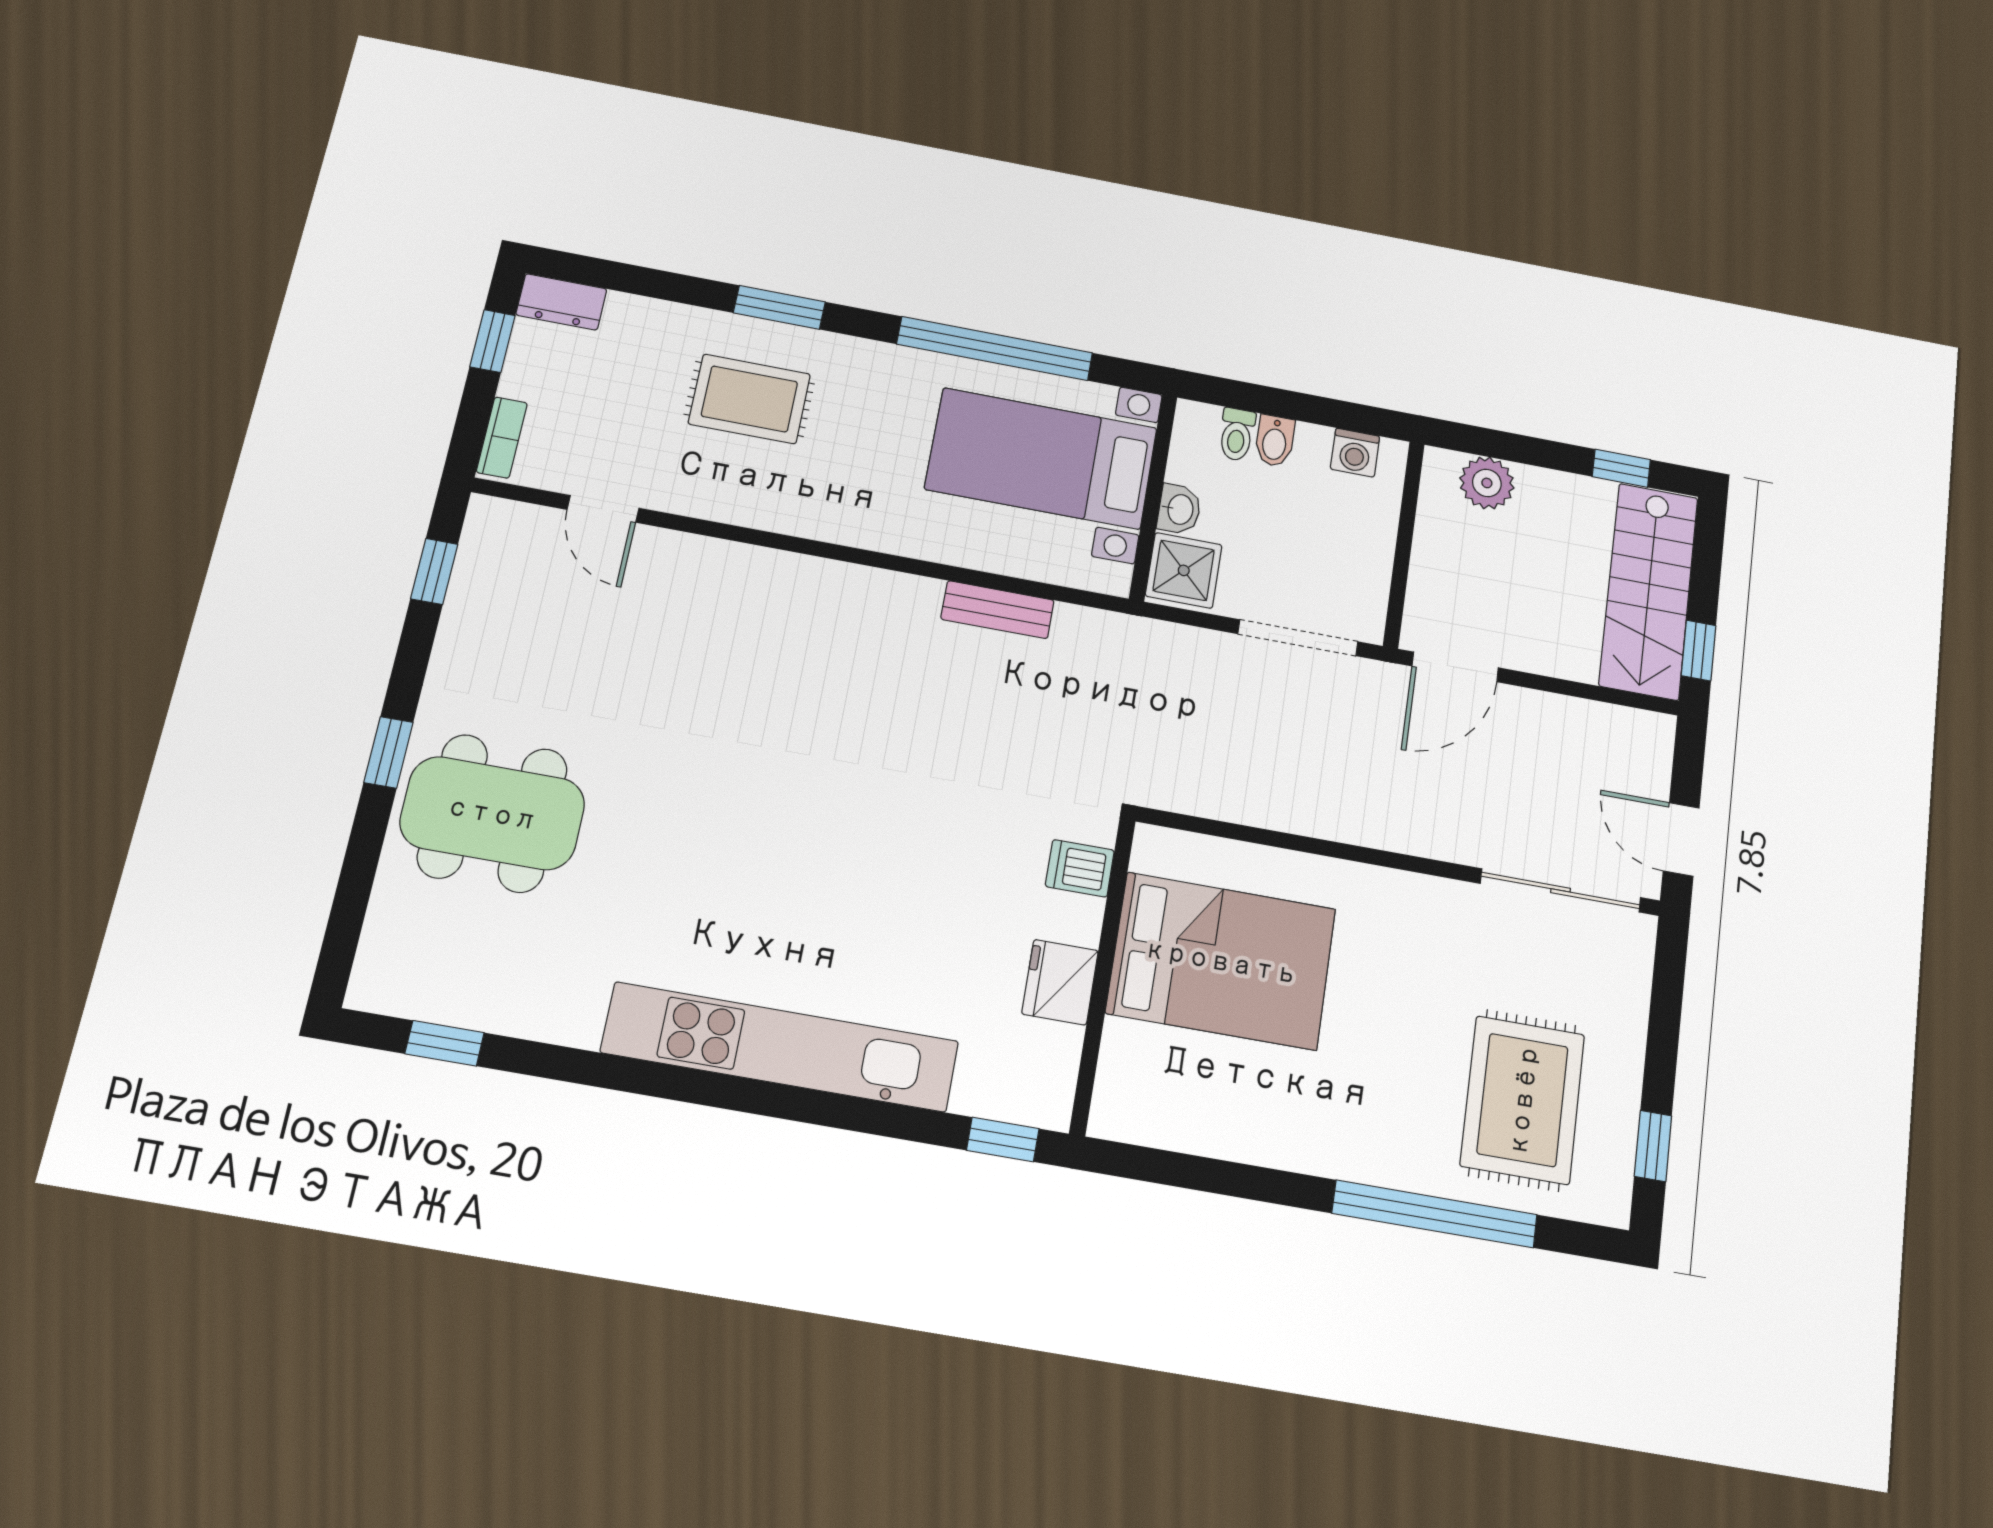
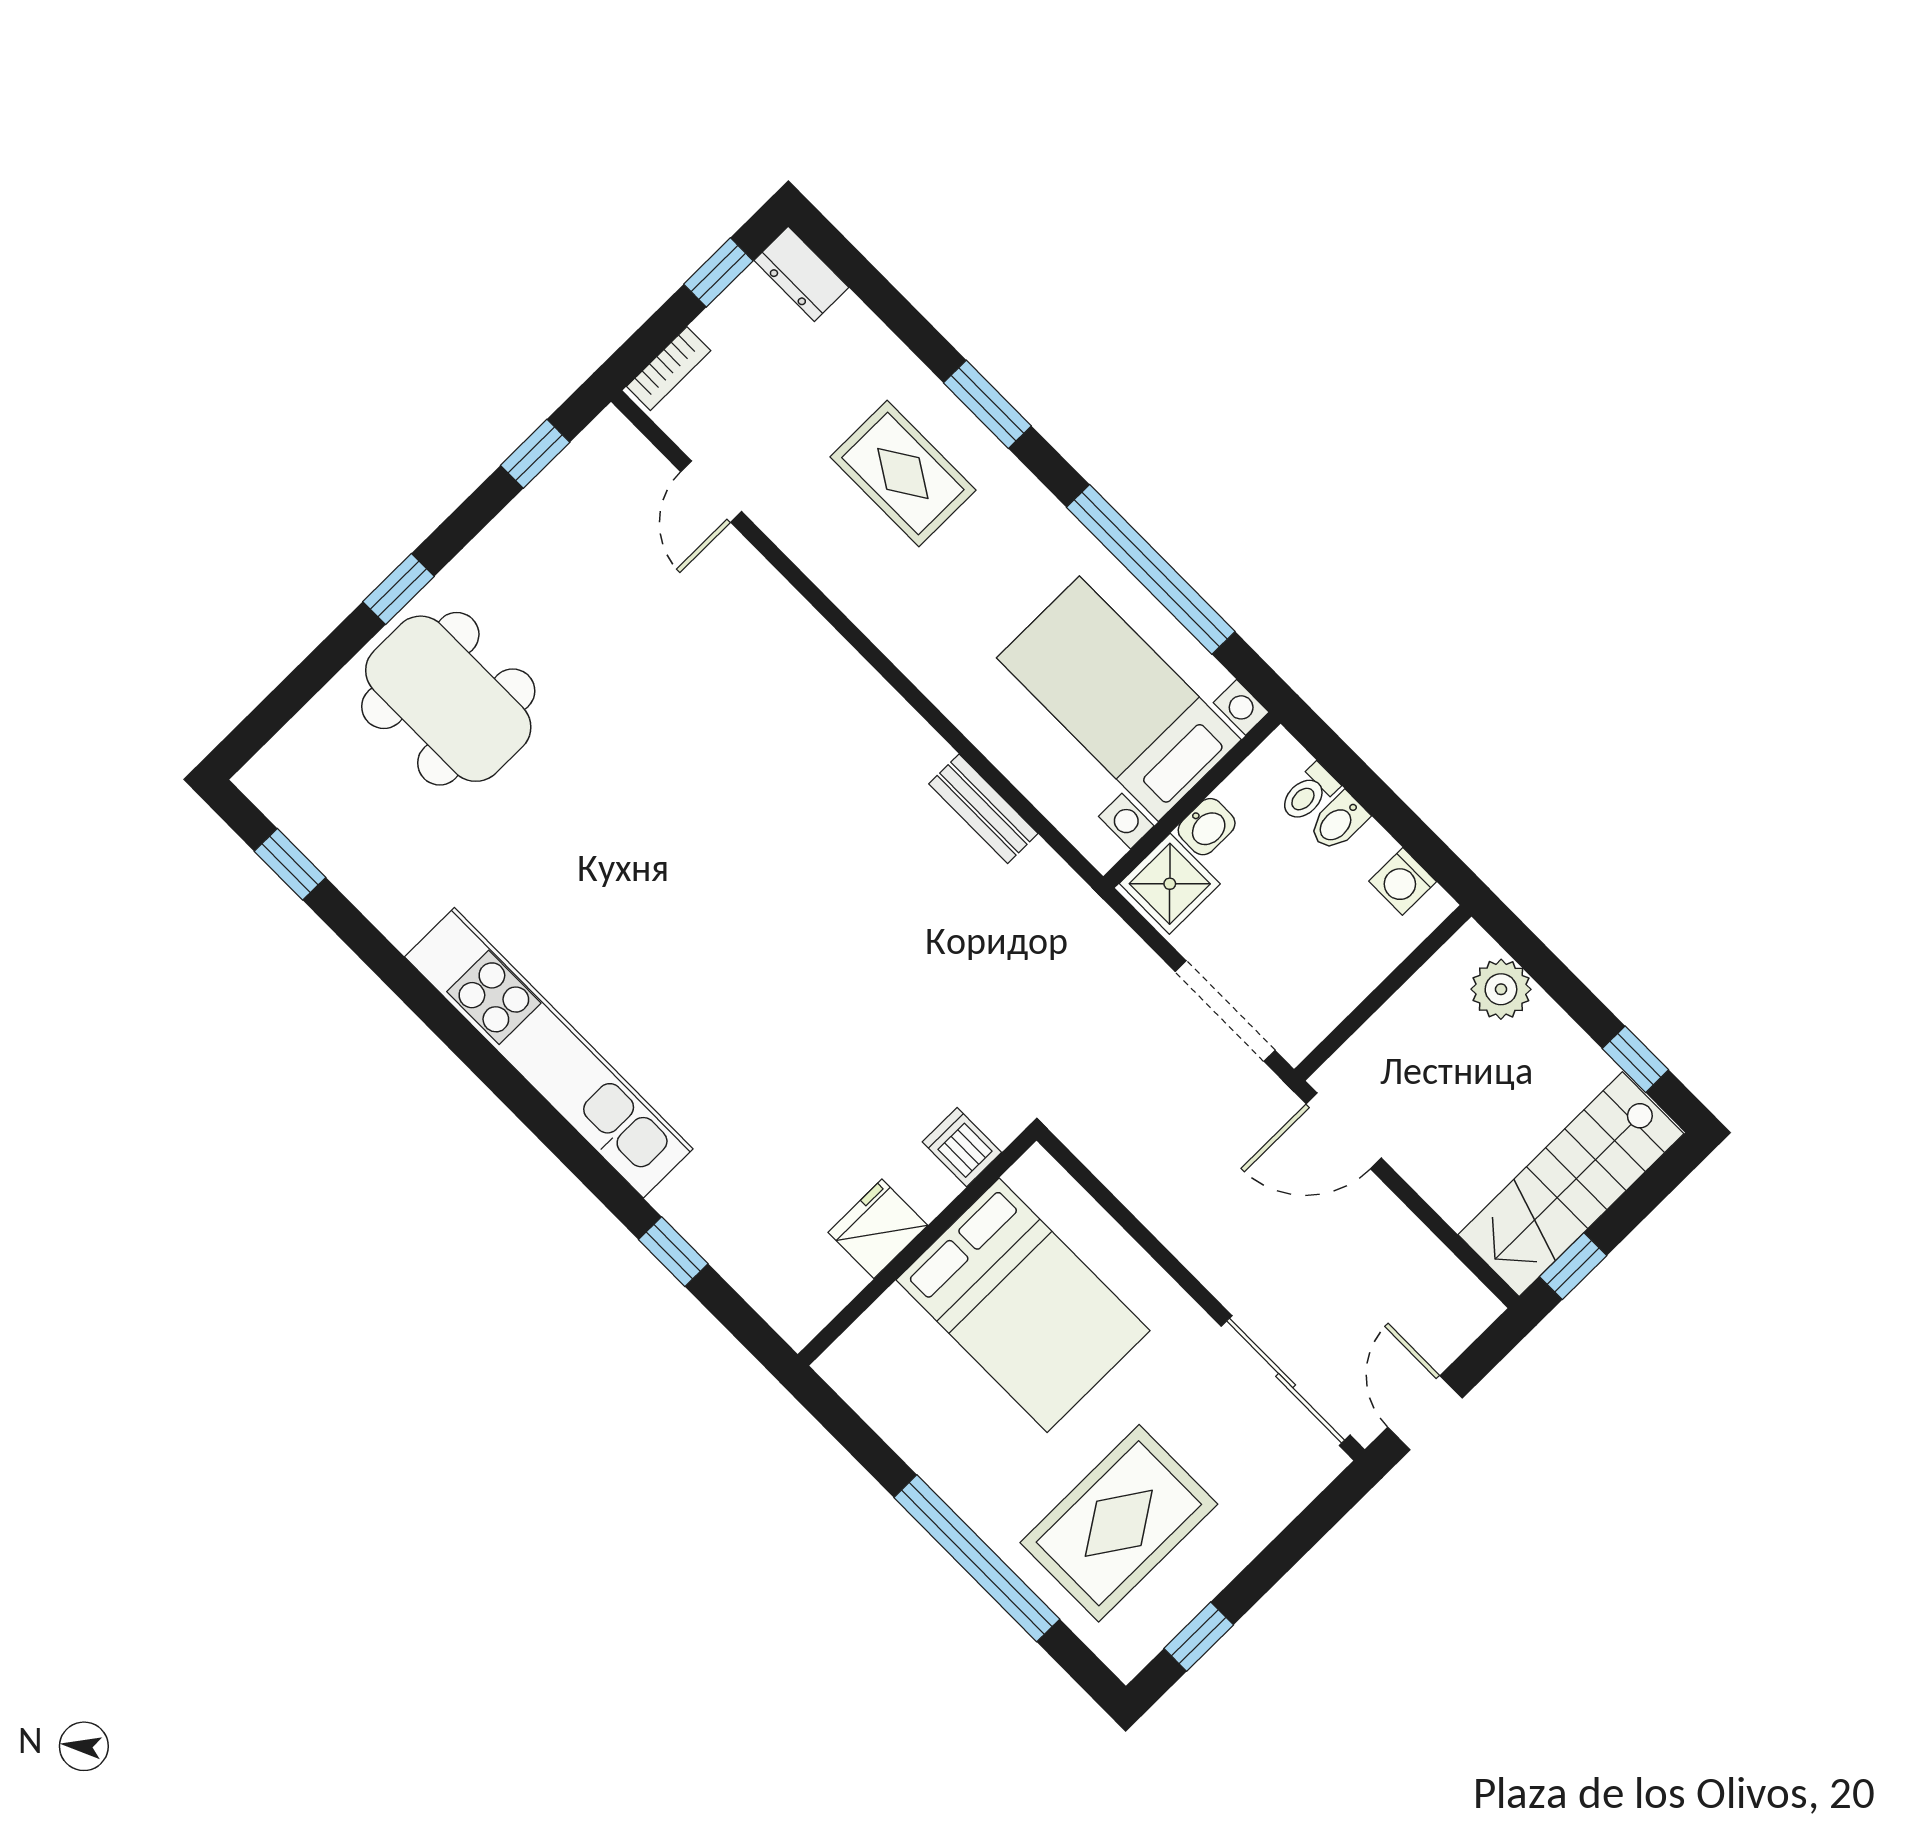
dishwasher: (1080, 868) -> (962, 1147), moved
bed: (1221, 961) -> (1023, 1305), moved
wall: (1103, 975) -> (917, 1247), moved
fridge: (1060, 982) -> (878, 1229), moved

